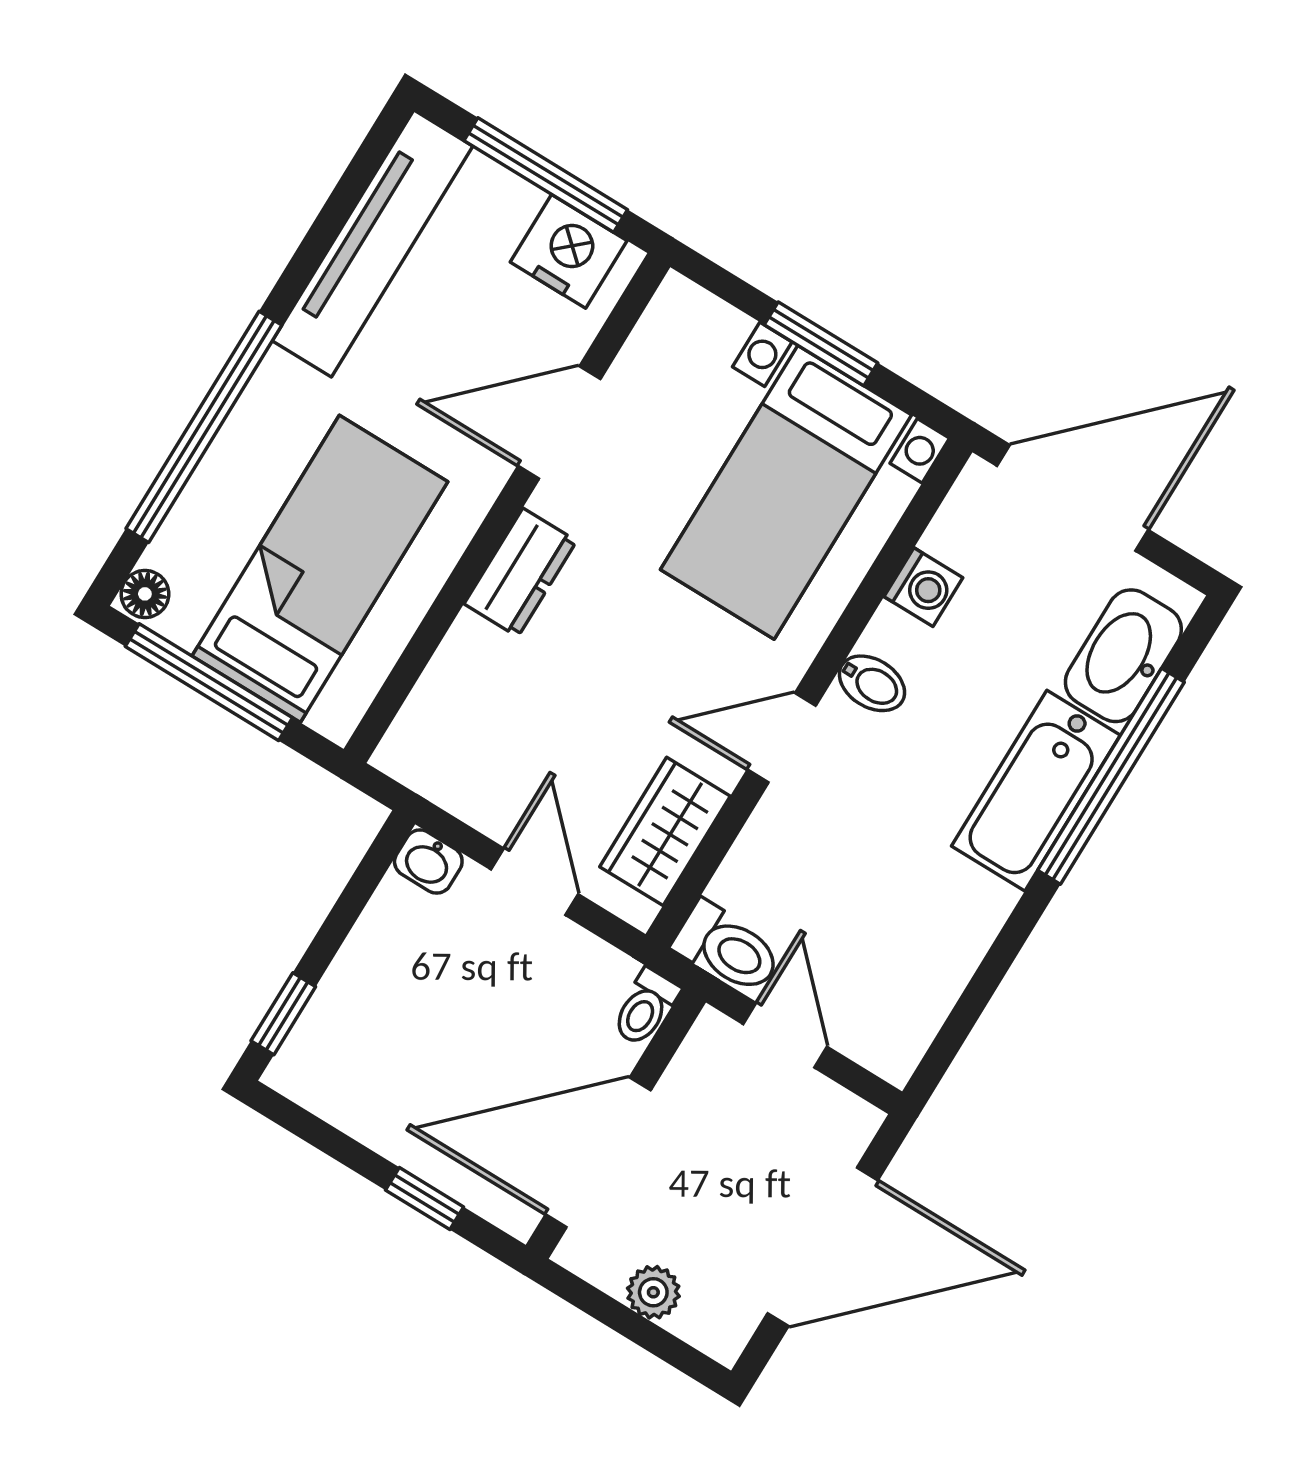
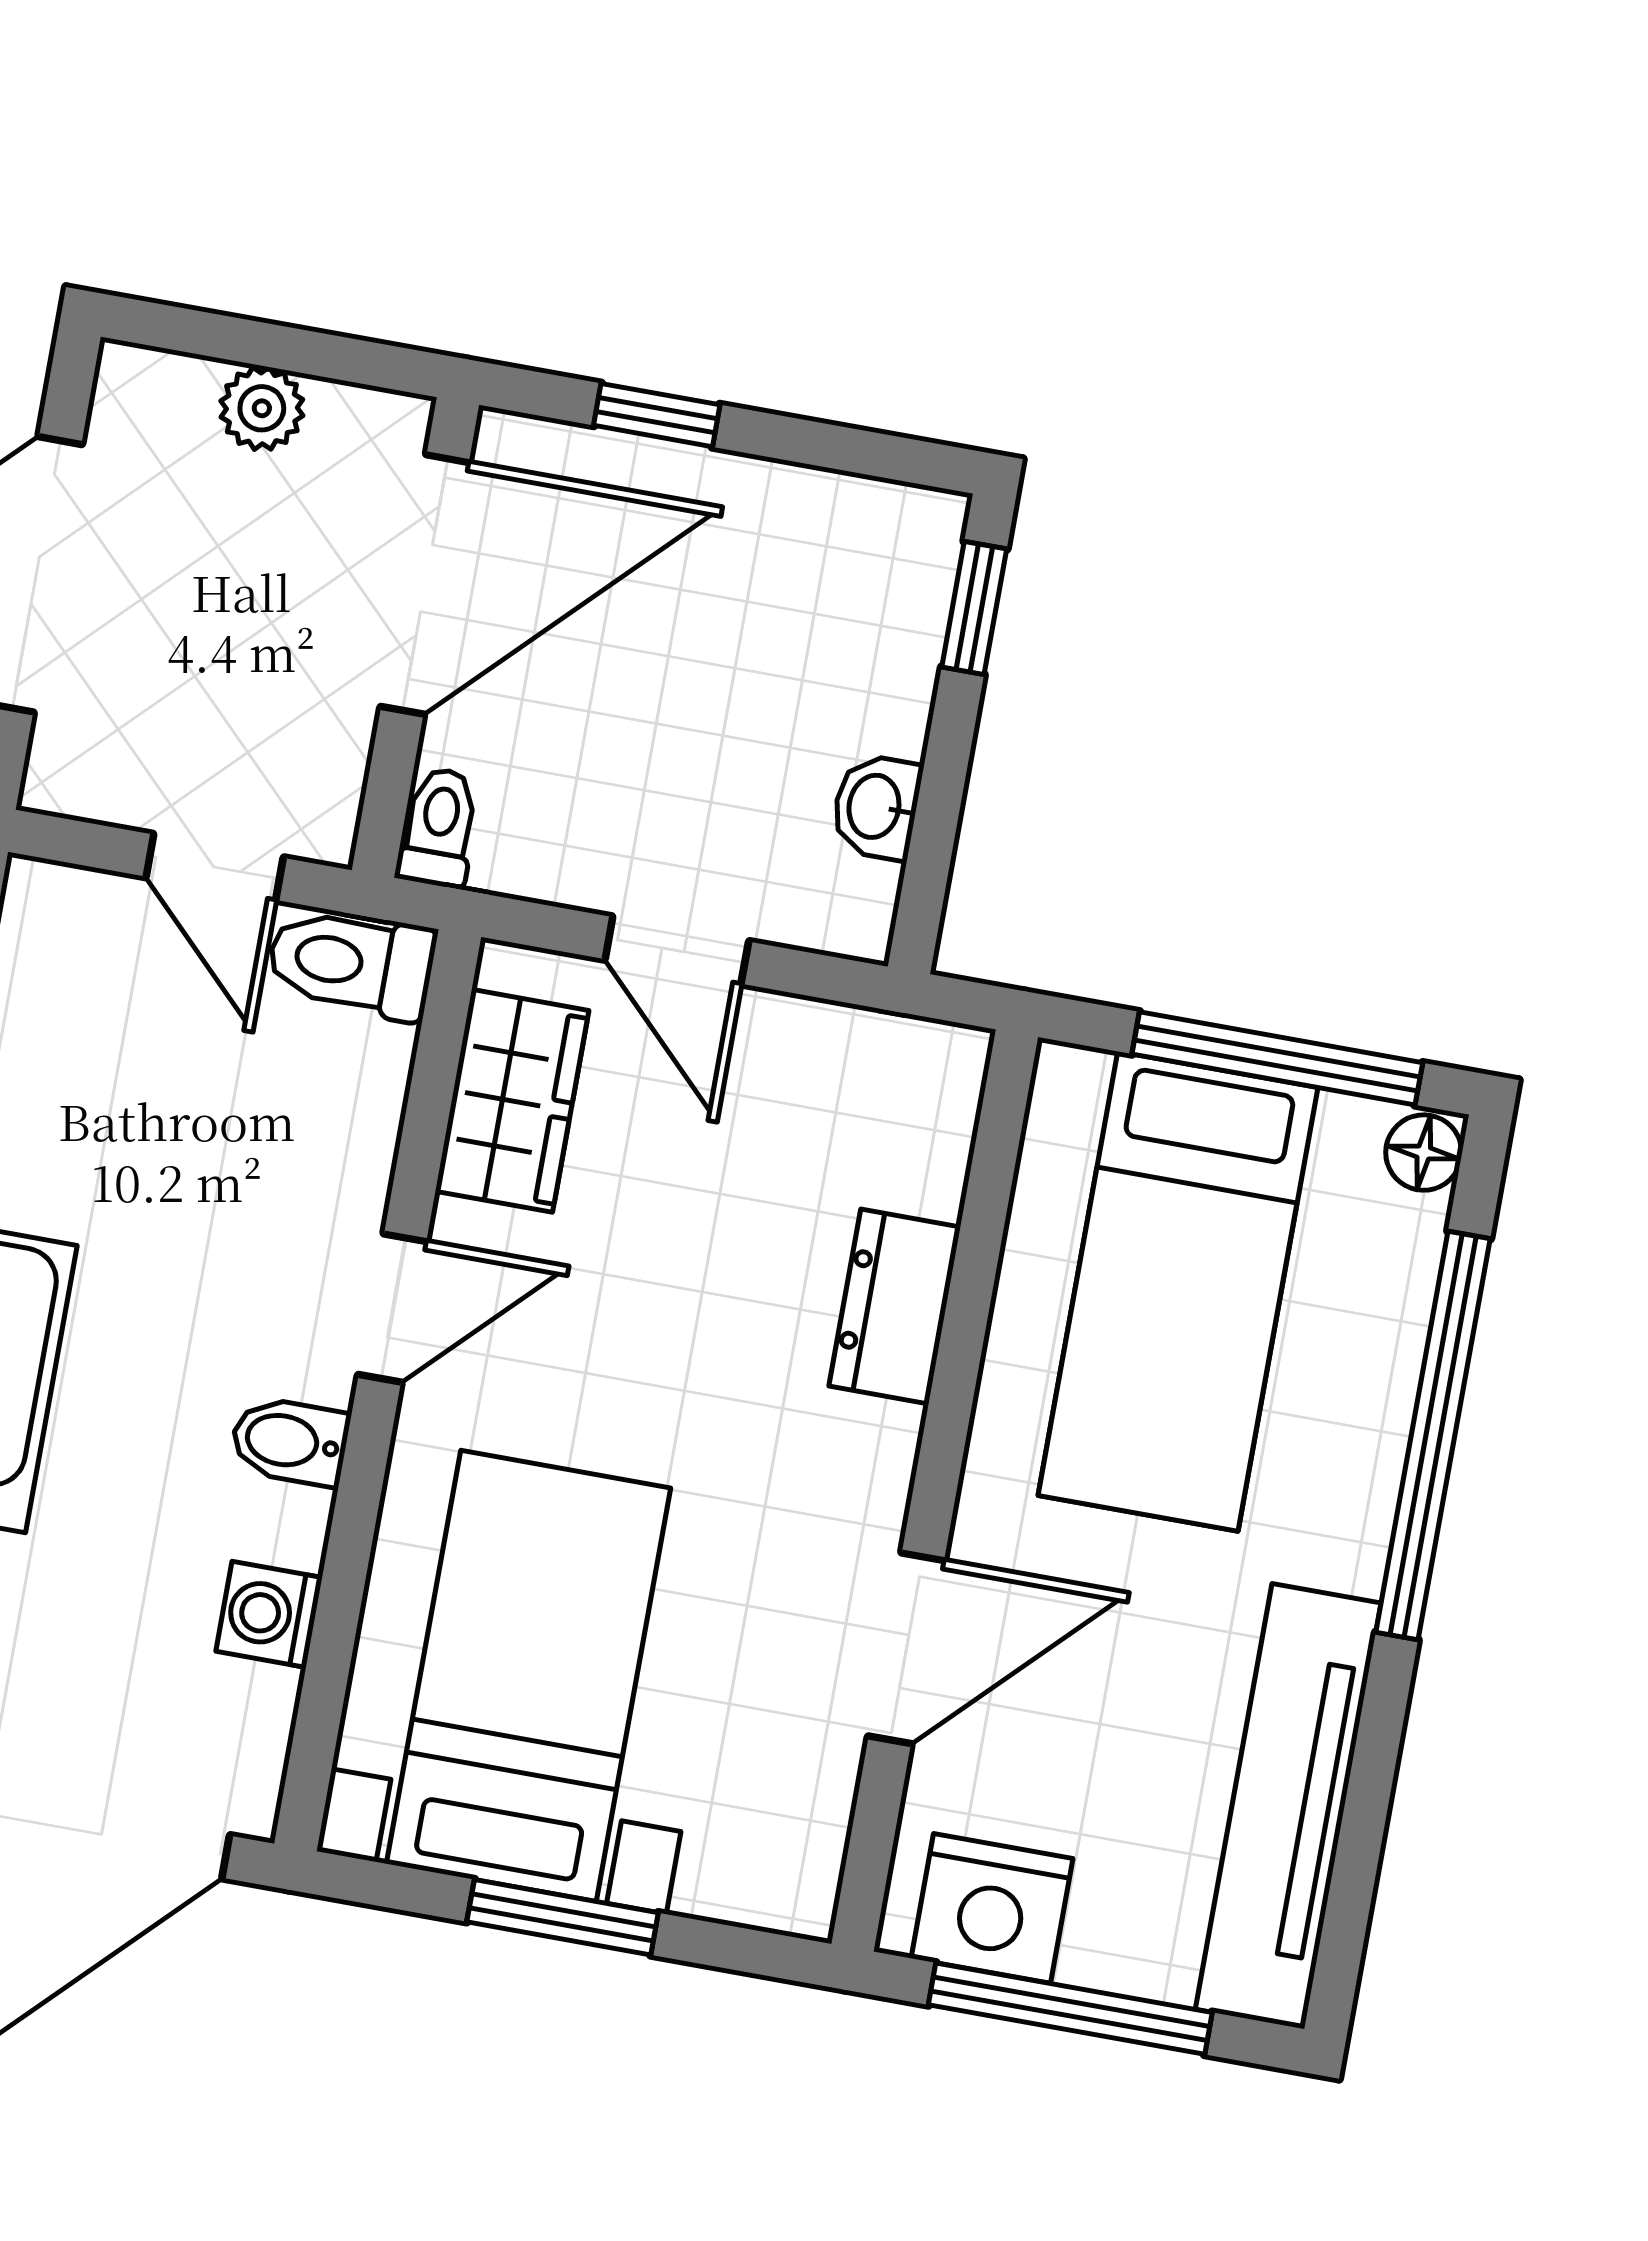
dresser: (520, 572) -> (895, 1306), moved
washbasin: (428, 862) -> (876, 807), moved, turned -90

